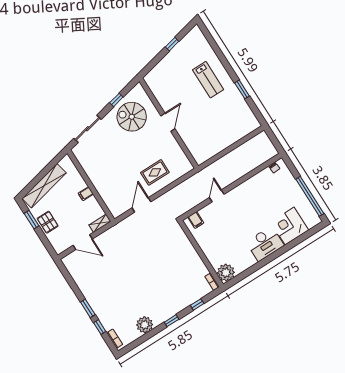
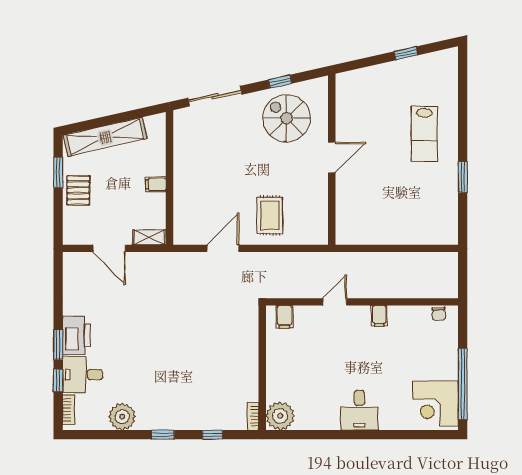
rug: (155, 172) -> (270, 215), turned 90
filing cabinet: (244, 188) -> (379, 316), added
corner desk: (290, 226) -> (436, 404), moved, turned -90
desk: (265, 244) -> (359, 410), width x0.73
printer: (94, 298) -> (76, 335), added
desk: (110, 316) -> (83, 374), added

